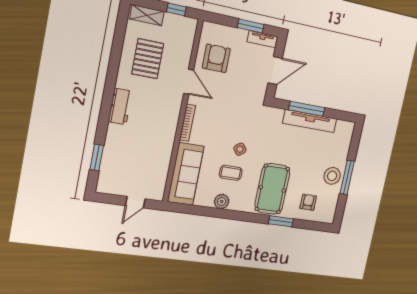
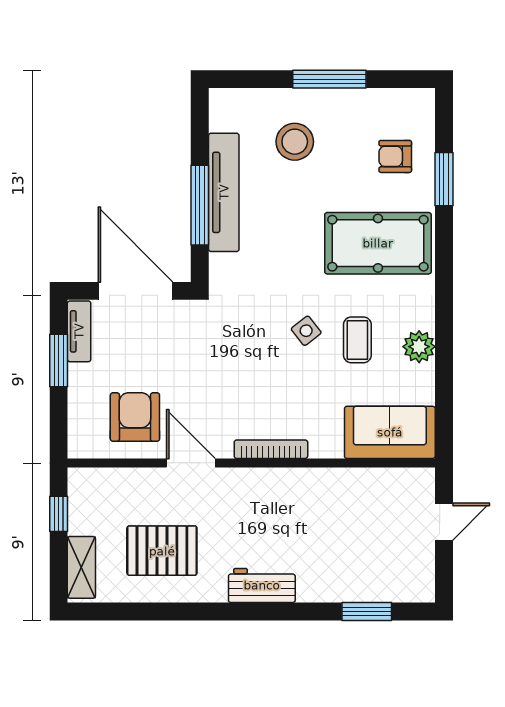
armchair: (216, 58) -> (135, 417), turned 90
door: (275, 71) -> (136, 291), width x1.36
door: (189, 82) -> (191, 463), hinge flipped
sofa: (186, 174) -> (390, 432), width x0.73
stool: (332, 176) -> (295, 142), moved
door: (135, 202) -> (444, 522), hinge flipped
window: (281, 221) -> (444, 179), moved

